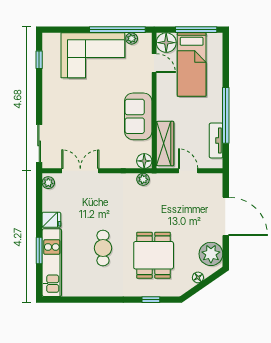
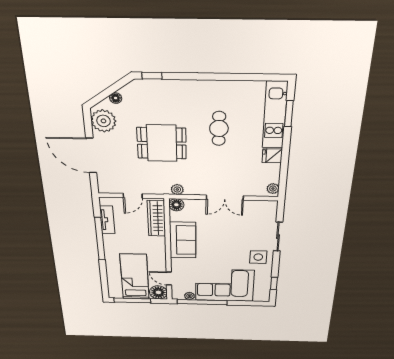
side table: (58, 96) -> (258, 257), added
sliding door: (39, 143) -> (278, 237), moved
double door: (80, 171) -> (225, 198), moved
door: (188, 171) -> (133, 196), hinge flipped
window: (39, 250) -> (289, 114), moved
dining table: (154, 255) -> (162, 143), moved, turned 90
window: (151, 300) -> (152, 76), moved

